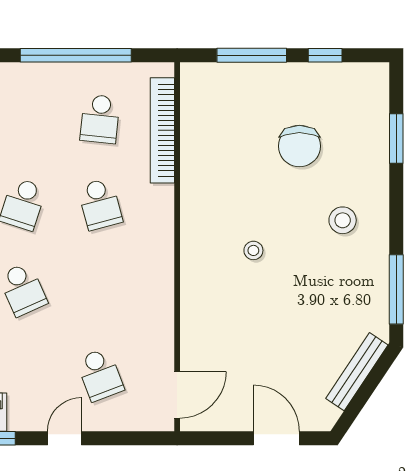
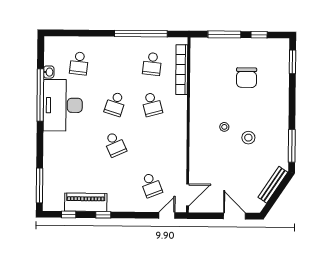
window: (396, 138) -> (293, 62), moved
stool: (343, 220) -> (248, 138), moved
door: (64, 438) -> (167, 215), moved

